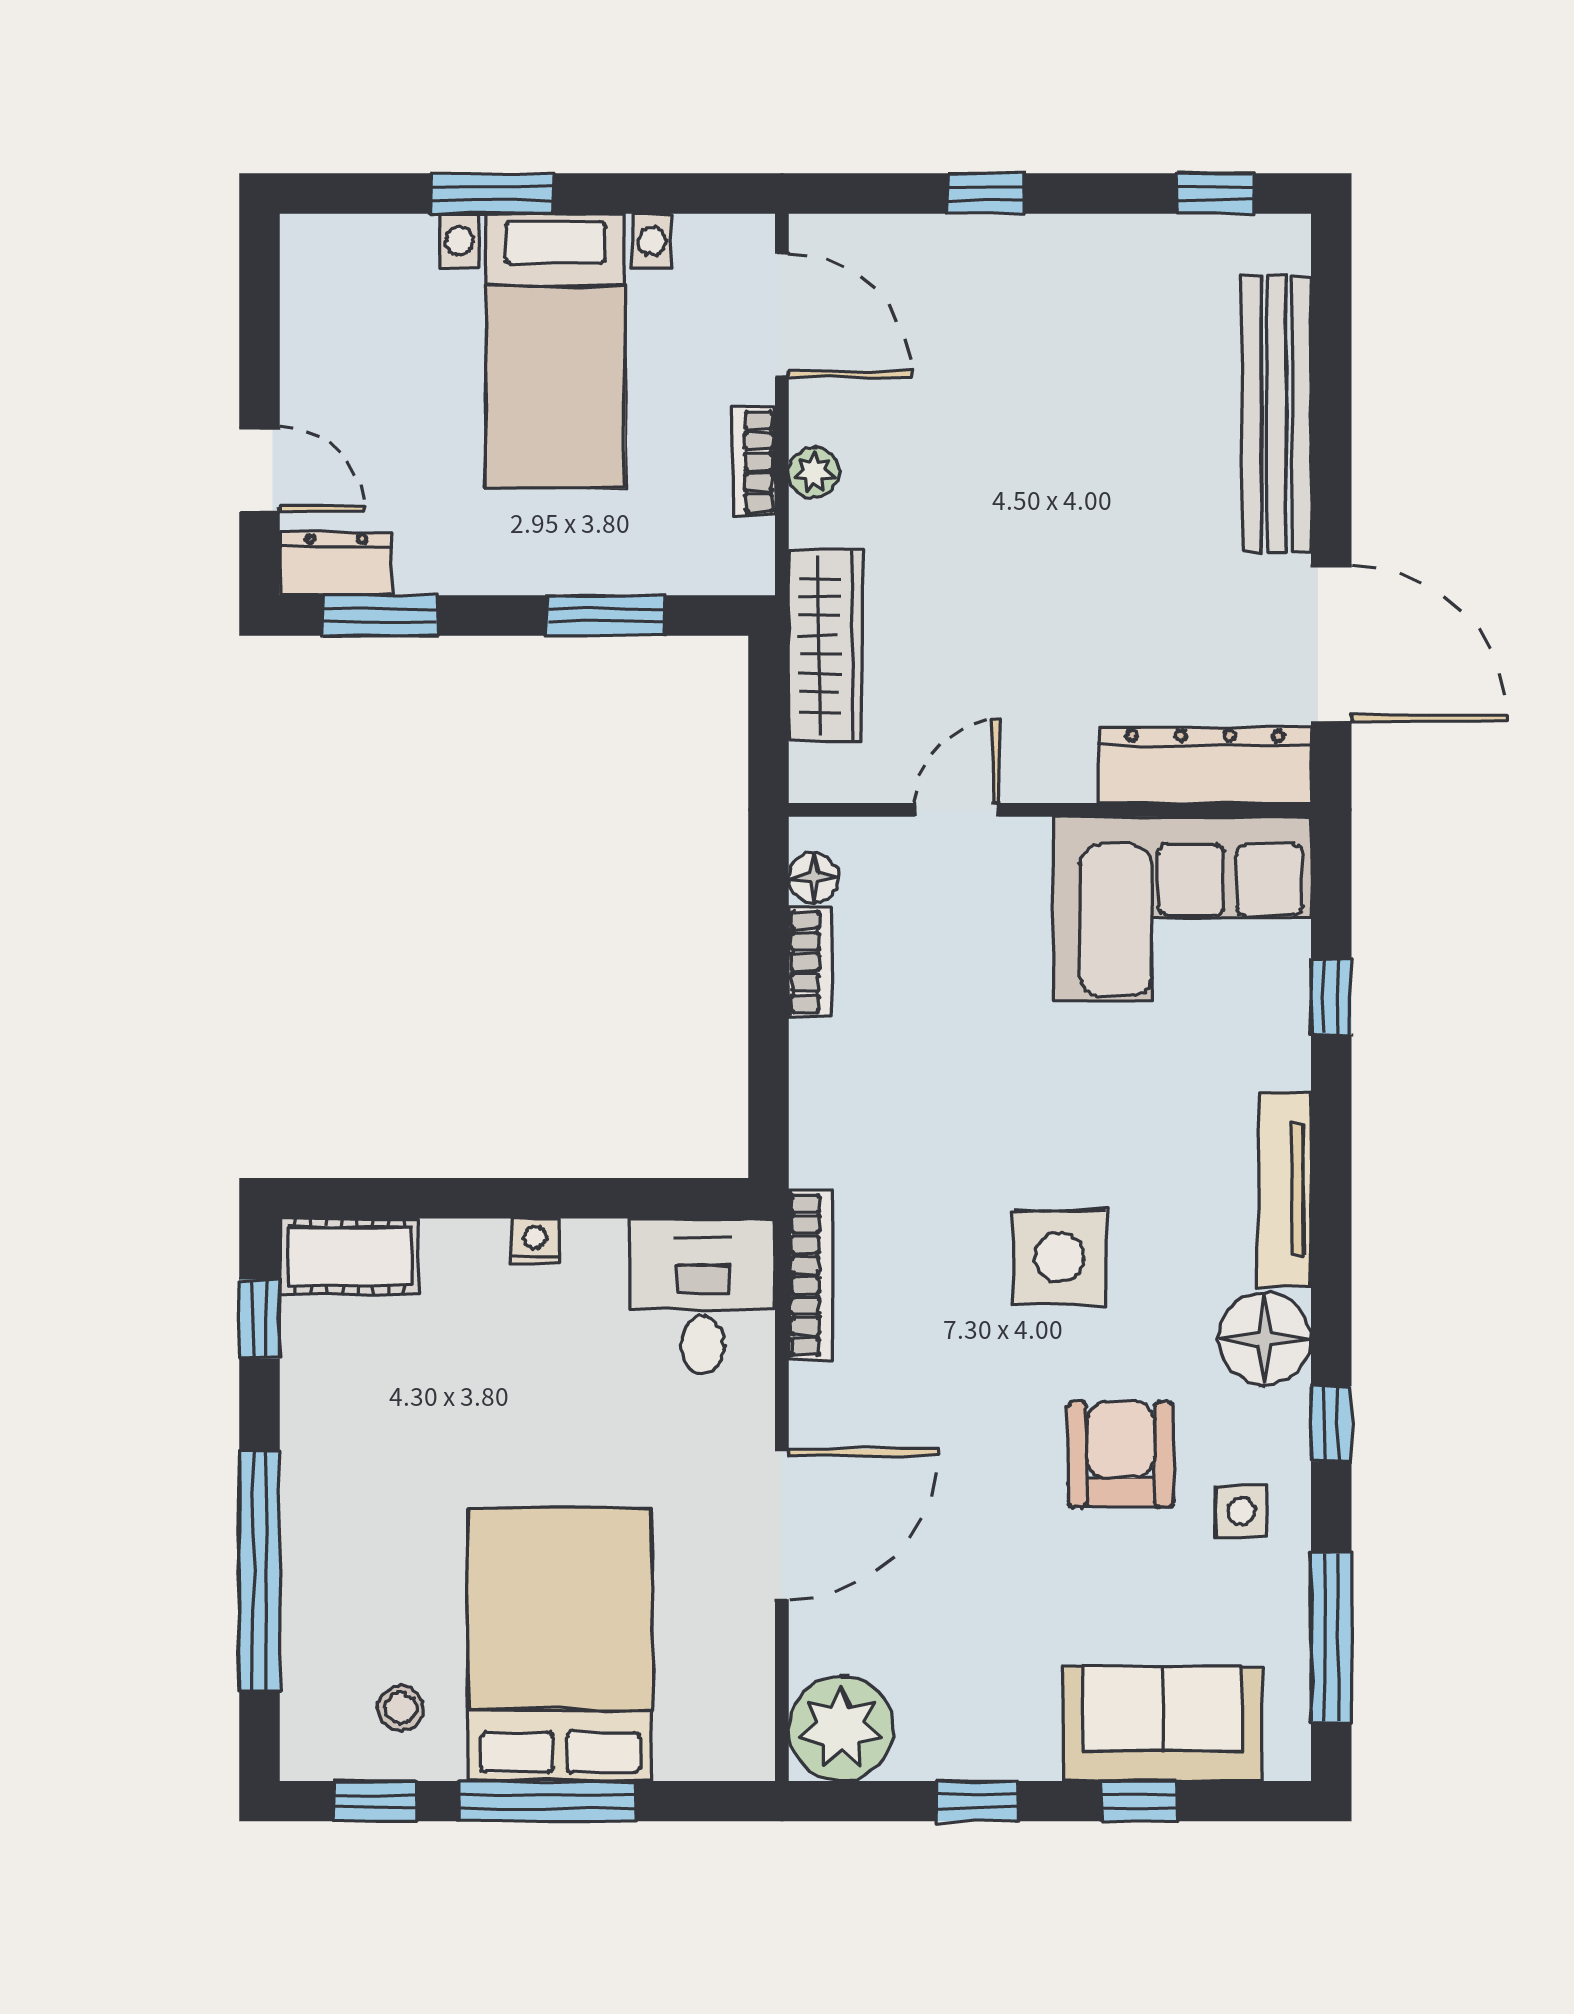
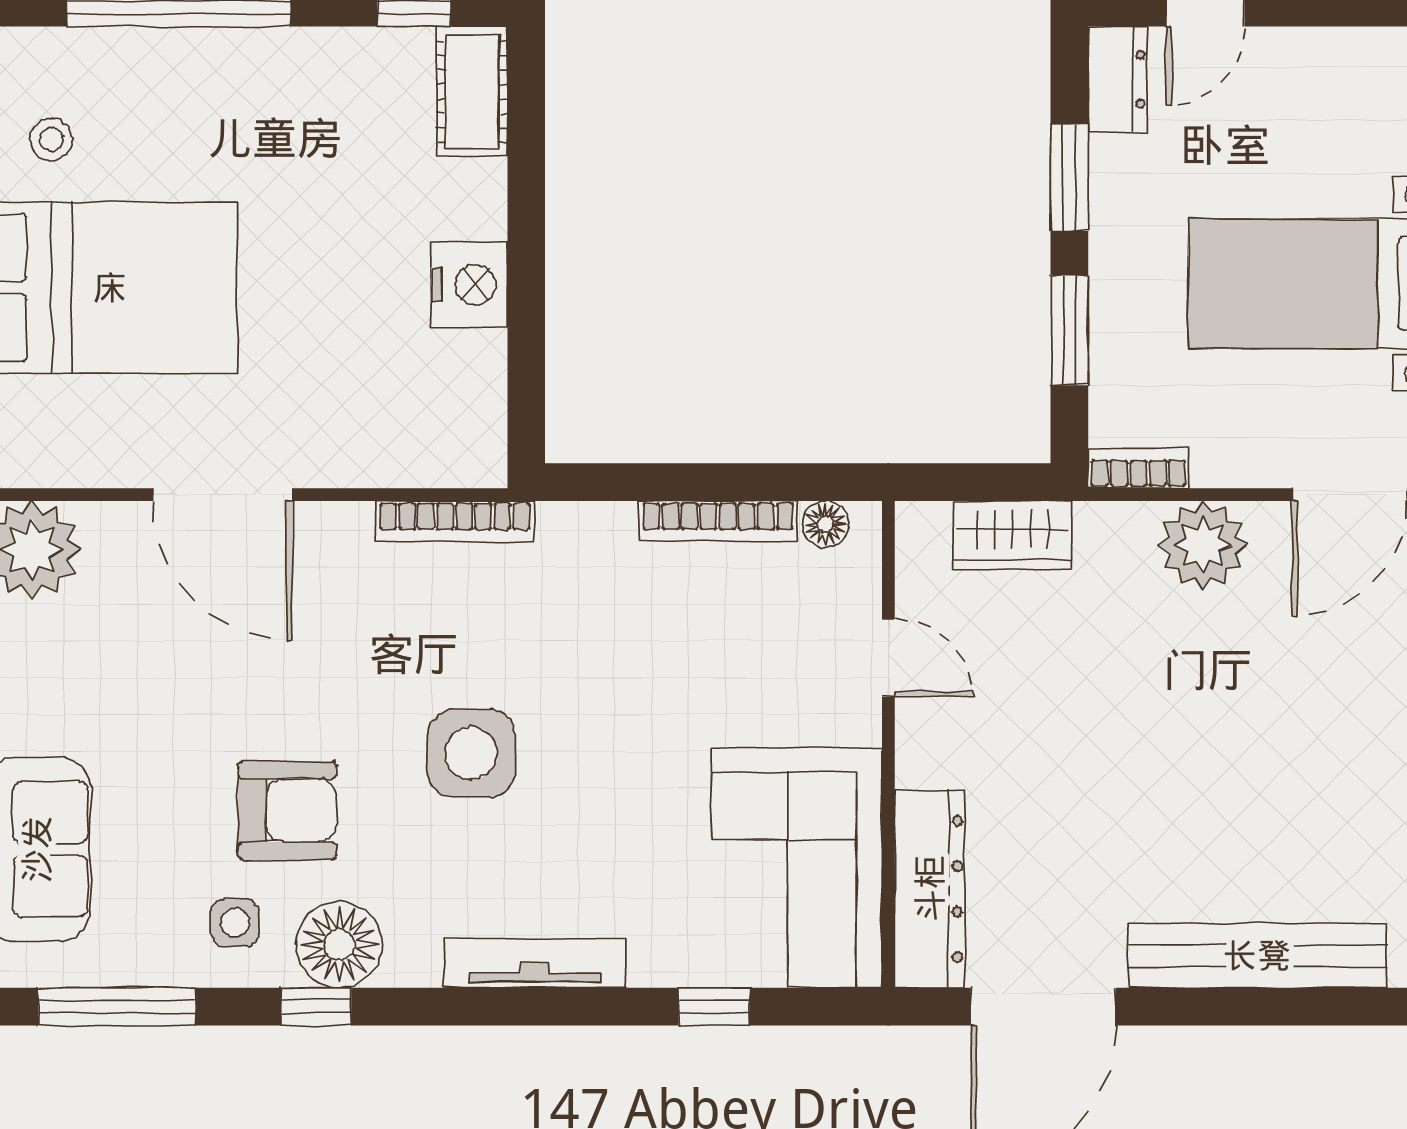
bookcase: (754, 462) -> (1138, 468), moved
plant: (814, 472) -> (1203, 545), width x1.88, depth x1.88
window: (380, 616) -> (1069, 178), moved
wardrobe: (825, 645) -> (1012, 535), width x0.67
bookcase: (810, 962) -> (718, 521), width x1.56
nightstand: (535, 1241) -> (469, 285), width x1.89, depth x1.79
desk: (703, 1297) -> (435, 421), removed
floor lamp: (1265, 1339) -> (339, 945), moved

